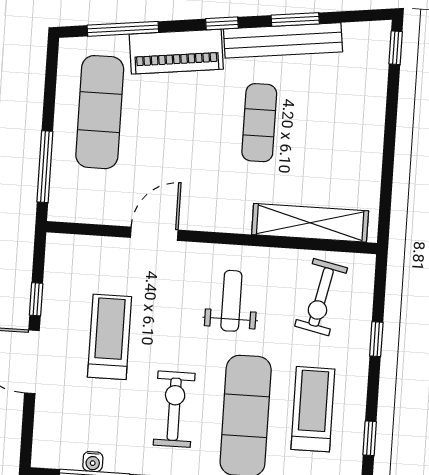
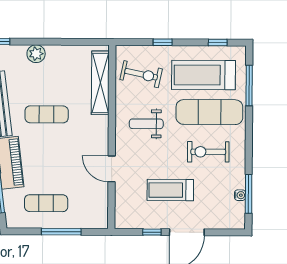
plant: (370, 110) -> (36, 54), added
exercise mat: (100, 112) -> (46, 203), width x0.73, depth x0.69
window: (45, 167) -> (61, 232), moved
treadmill: (313, 409) -> (204, 75), width x1.37, depth x1.38

